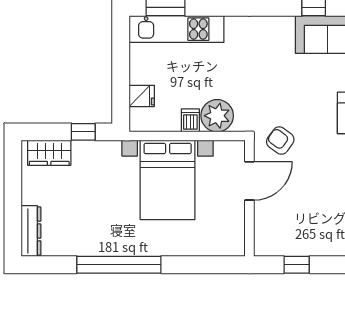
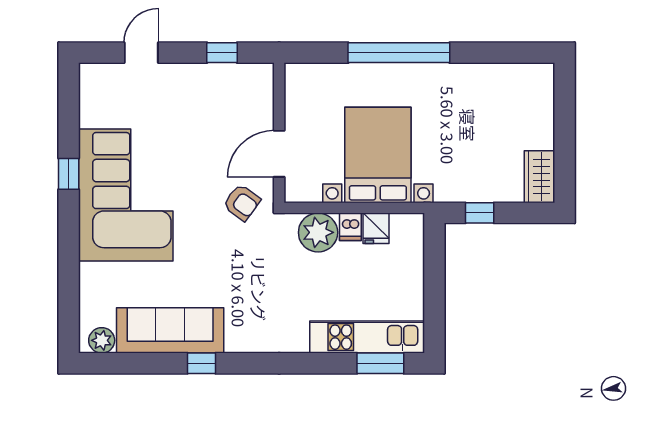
fridge: (142, 96) -> (376, 228), moved, turned -90
wardrobe: (49, 153) -> (540, 177), moved, turned -90
dresser: (31, 231) -> (543, 93), removed
window: (119, 265) -> (399, 53), moved

